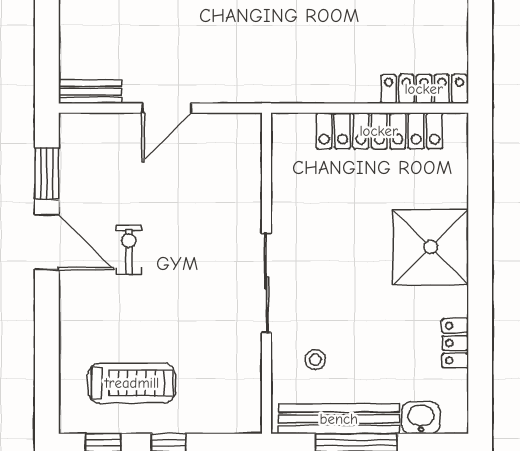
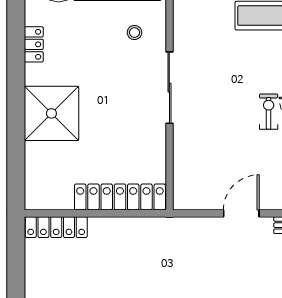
locker: (379, 131) -> (120, 197), moved
exercise bike: (129, 250) -> (269, 112), turned 180

